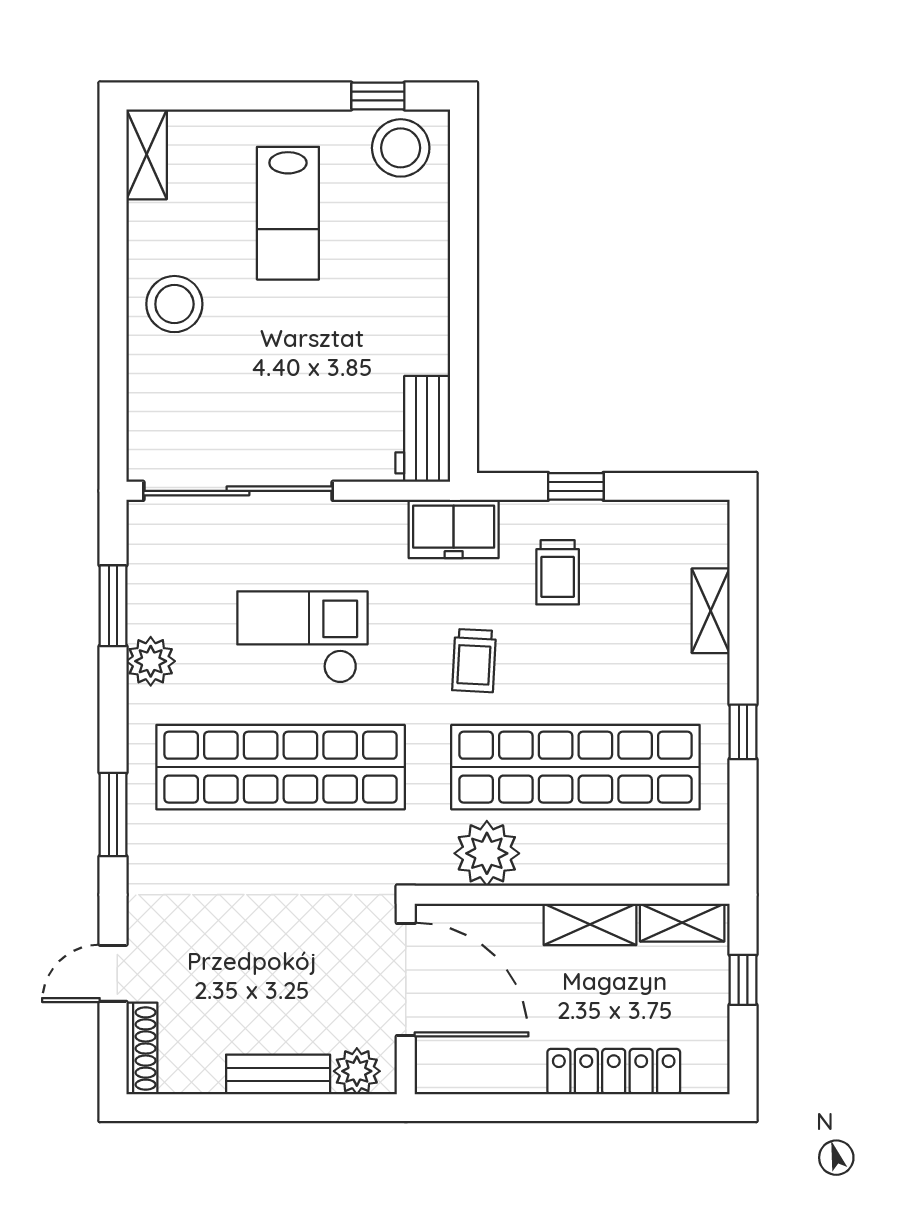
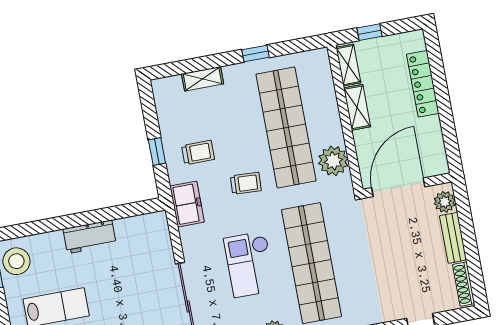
workbench: (423, 429) -> (90, 237), moved
shoe rack: (142, 1048) -> (464, 284), moved, turned -90

